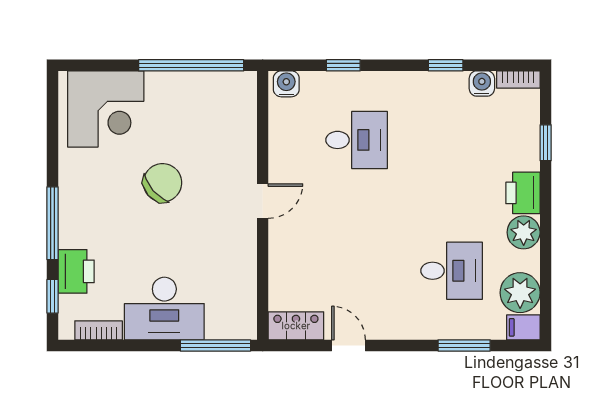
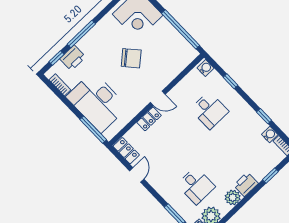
locker: (281, 245) -> (149, 119), added
desk: (164, 309) -> (97, 102), width x1.36, depth x1.30

